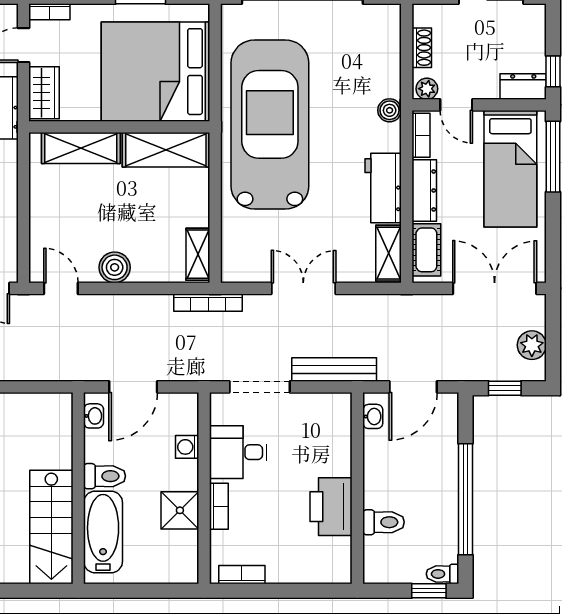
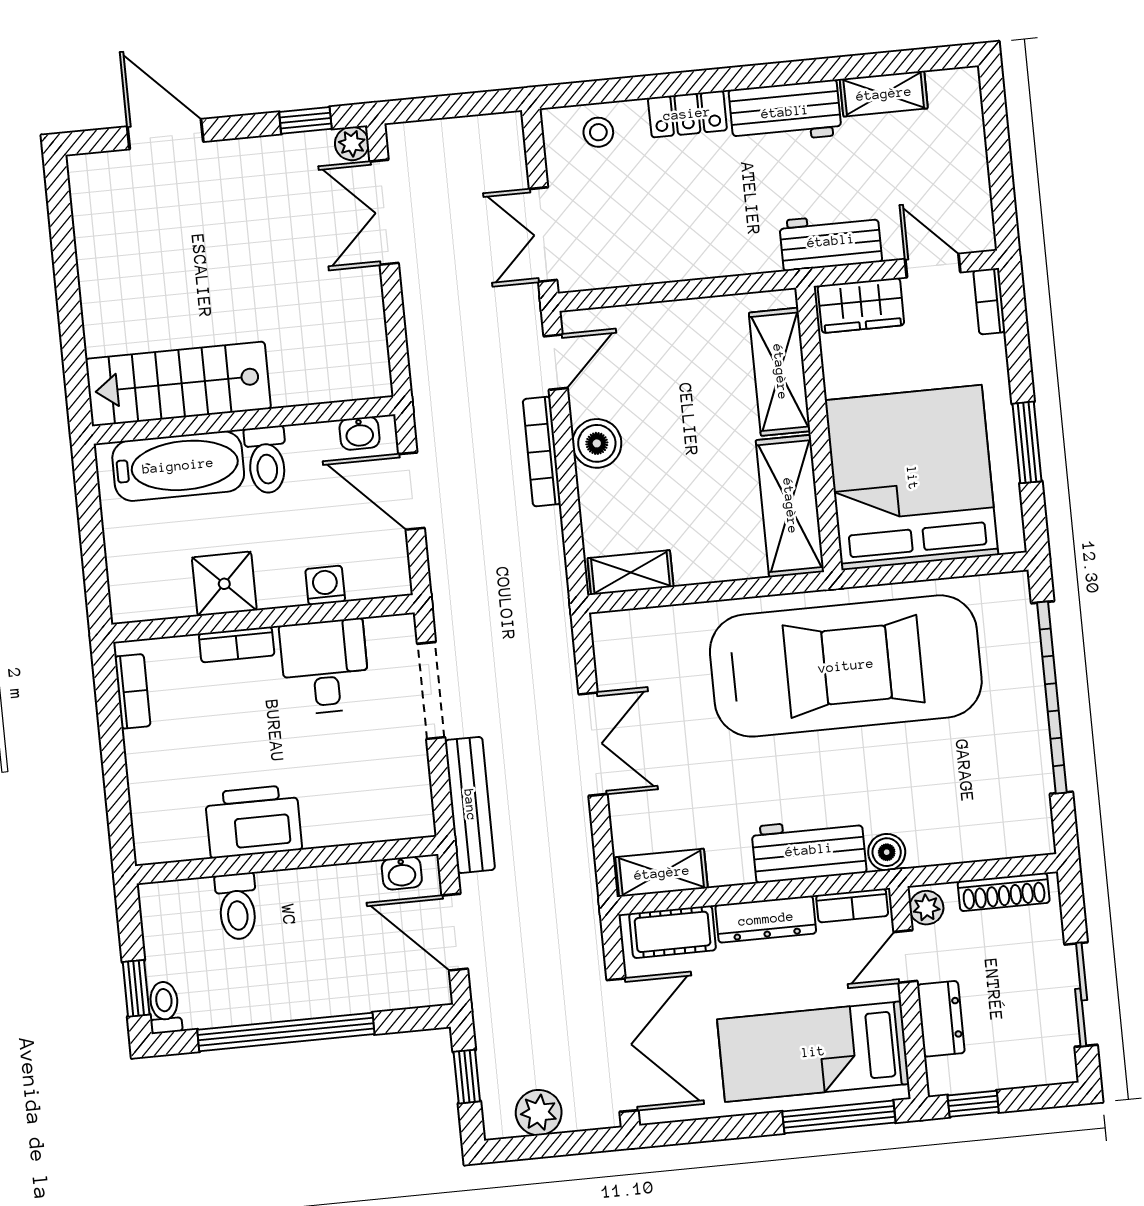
shoe rack: (422, 48) -> (1004, 892), width x1.43
dresser: (523, 86) -> (941, 1019), moved
workbench: (383, 188) -> (809, 850), moved
bookcase: (208, 303) -> (542, 452), moved

